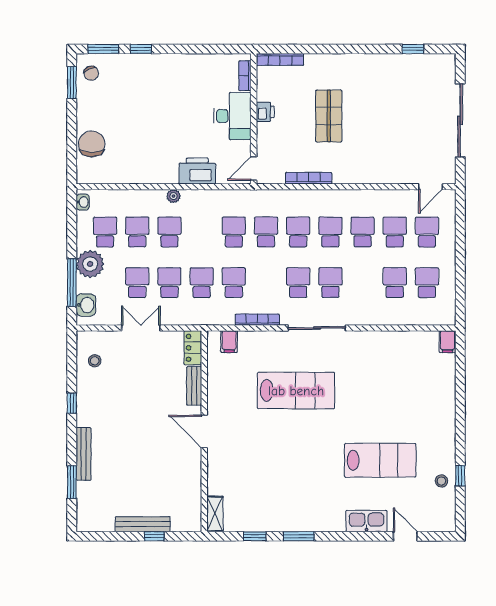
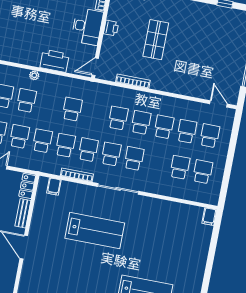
door: (430, 187) -> (218, 104), swing flipped
school desk: (266, 232) -> (88, 150), moved

